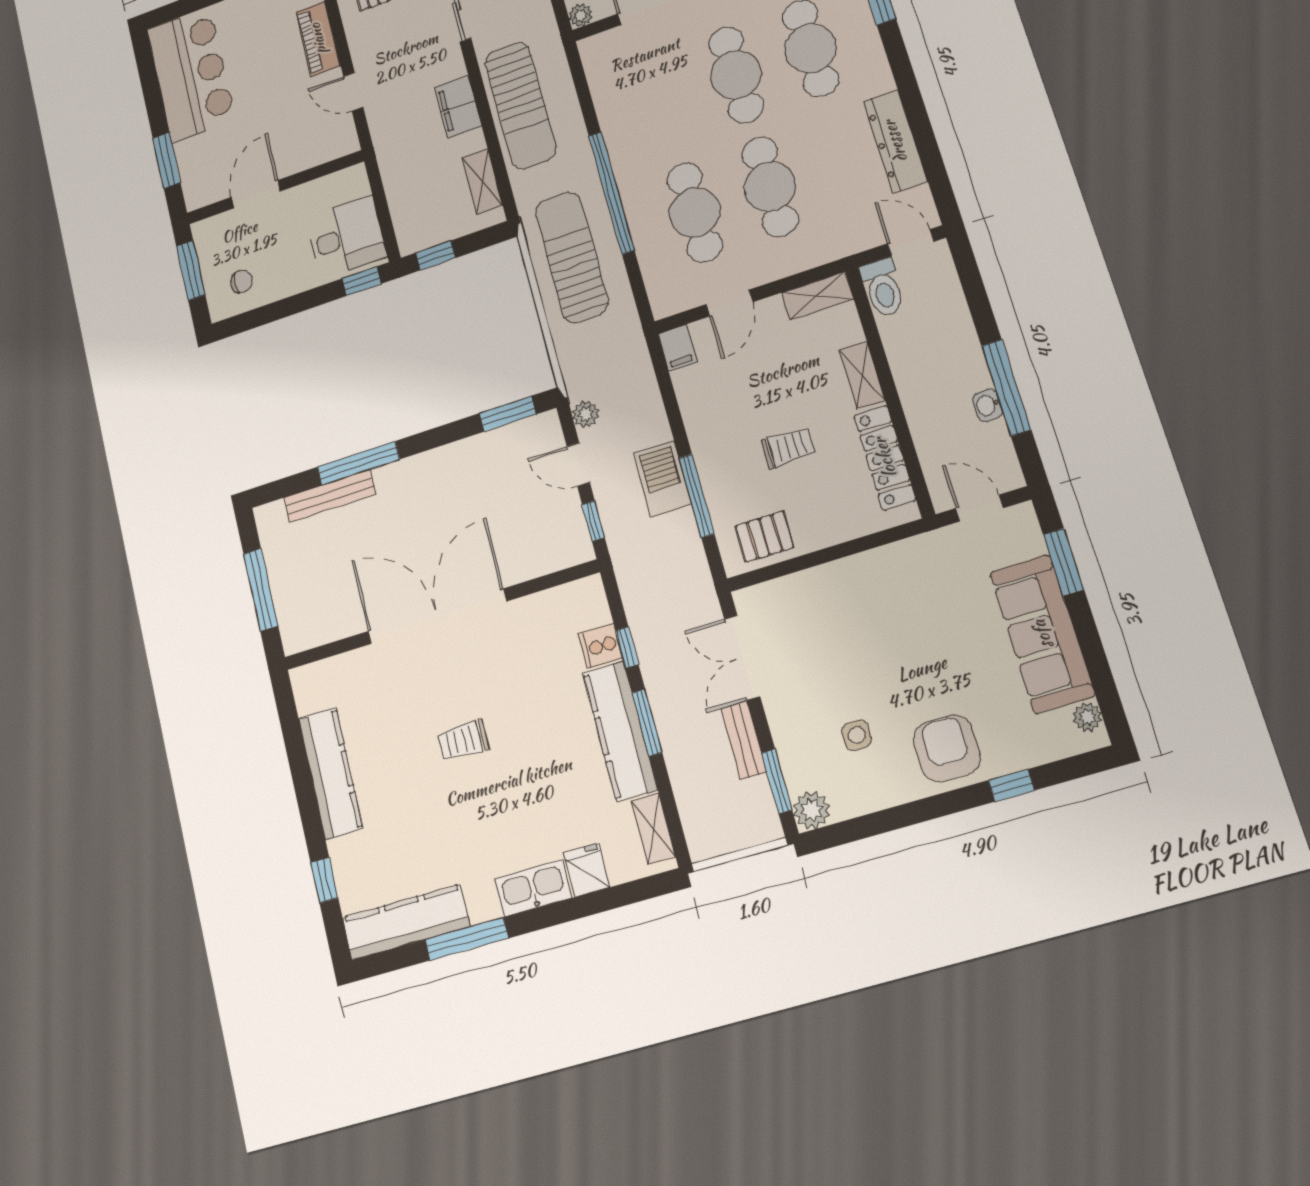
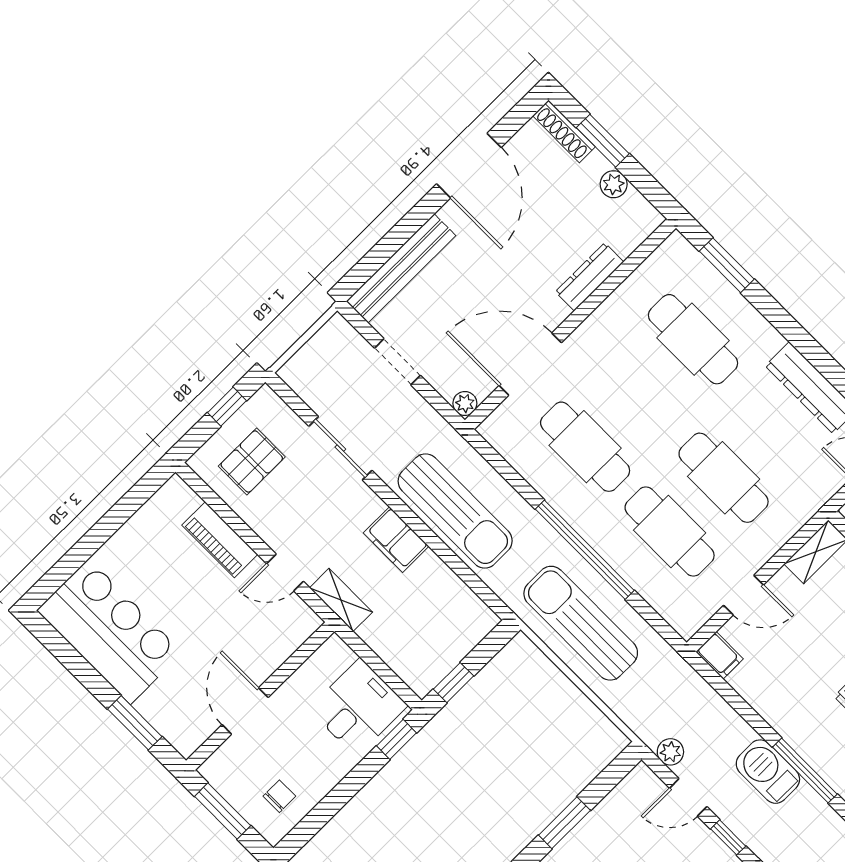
cafe table: (736, 75) -> (585, 447), moved
shelving: (482, 181) -> (341, 600), moved
door: (729, 303) -> (743, 595), hinge flipped
window: (508, 414) -> (564, 823), moved

